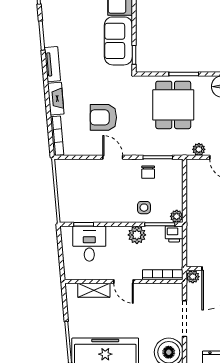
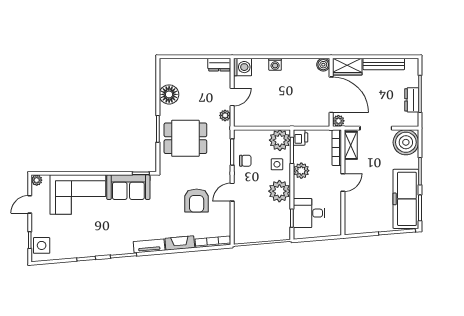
plant: (114, 210) -> (279, 191), added
plant: (177, 216) -> (280, 140), width x1.87, depth x1.87
shelving: (94, 290) -> (351, 145), moved

